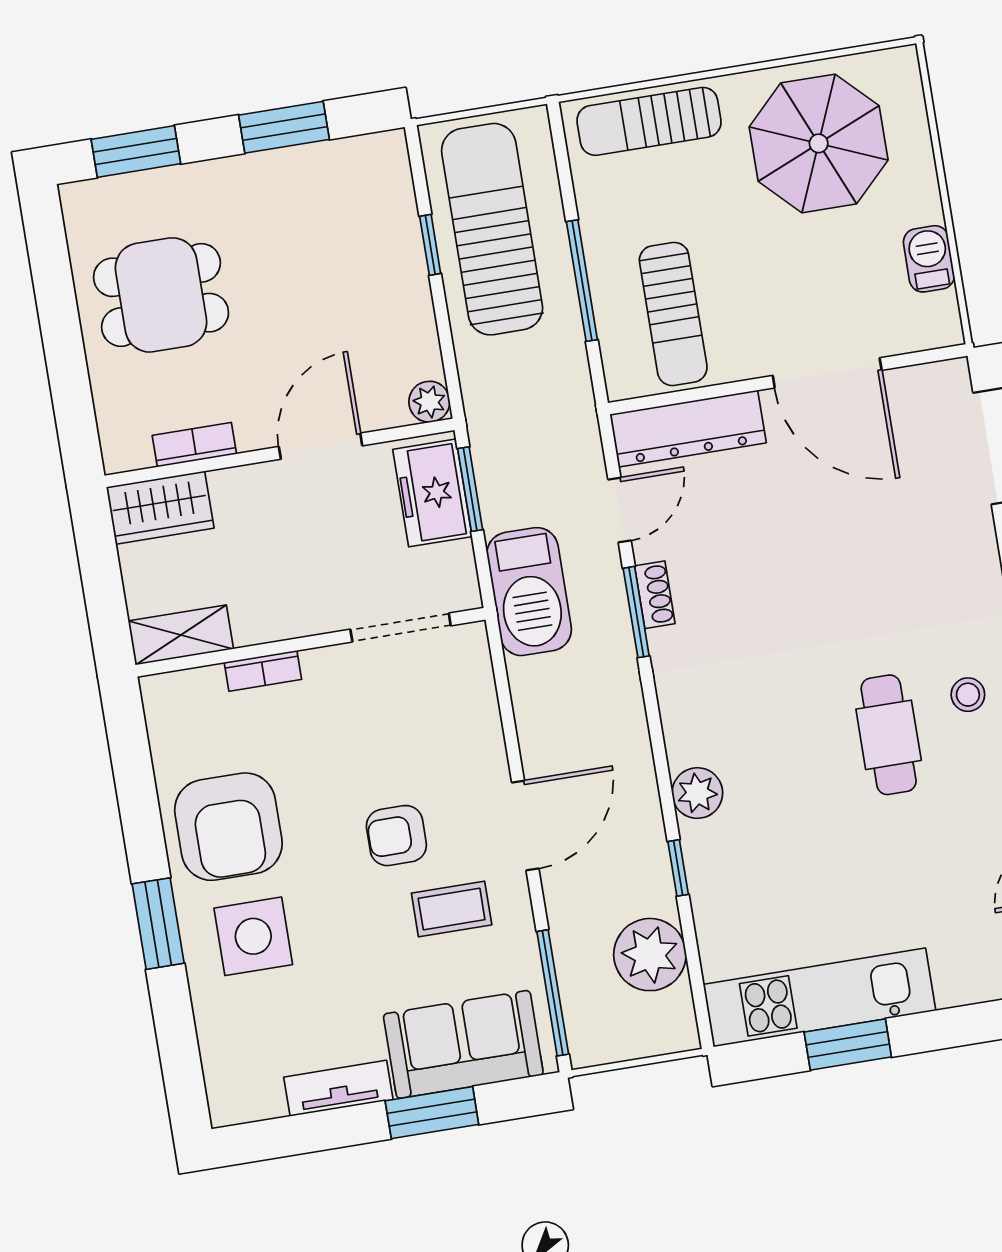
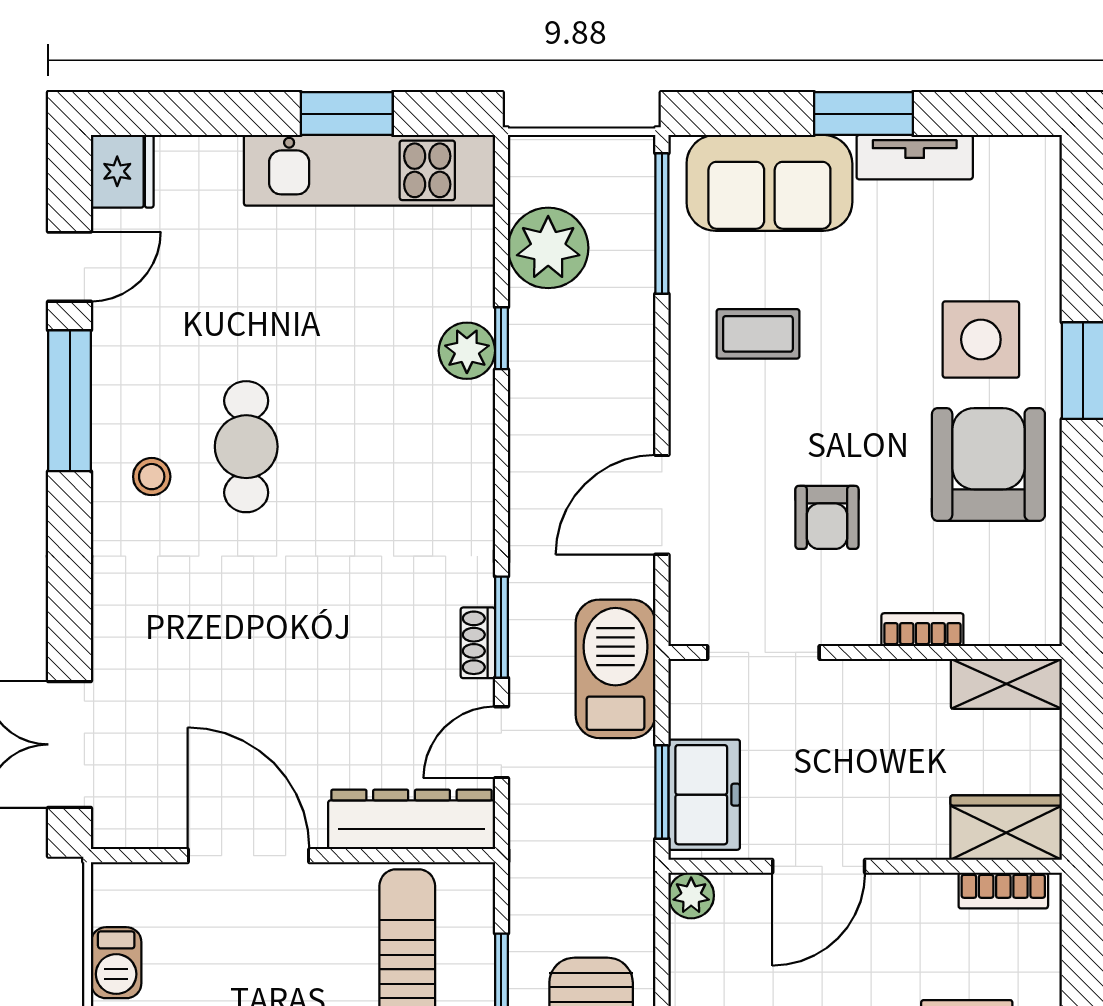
bookcase: (194, 445) -> (1003, 891), moved
plant: (697, 793) -> (467, 351), moved
door: (525, 826) -> (662, 505), moved
armchair: (396, 836) -> (827, 517), moved, turned 90
window: (432, 1113) -> (863, 114), moved

